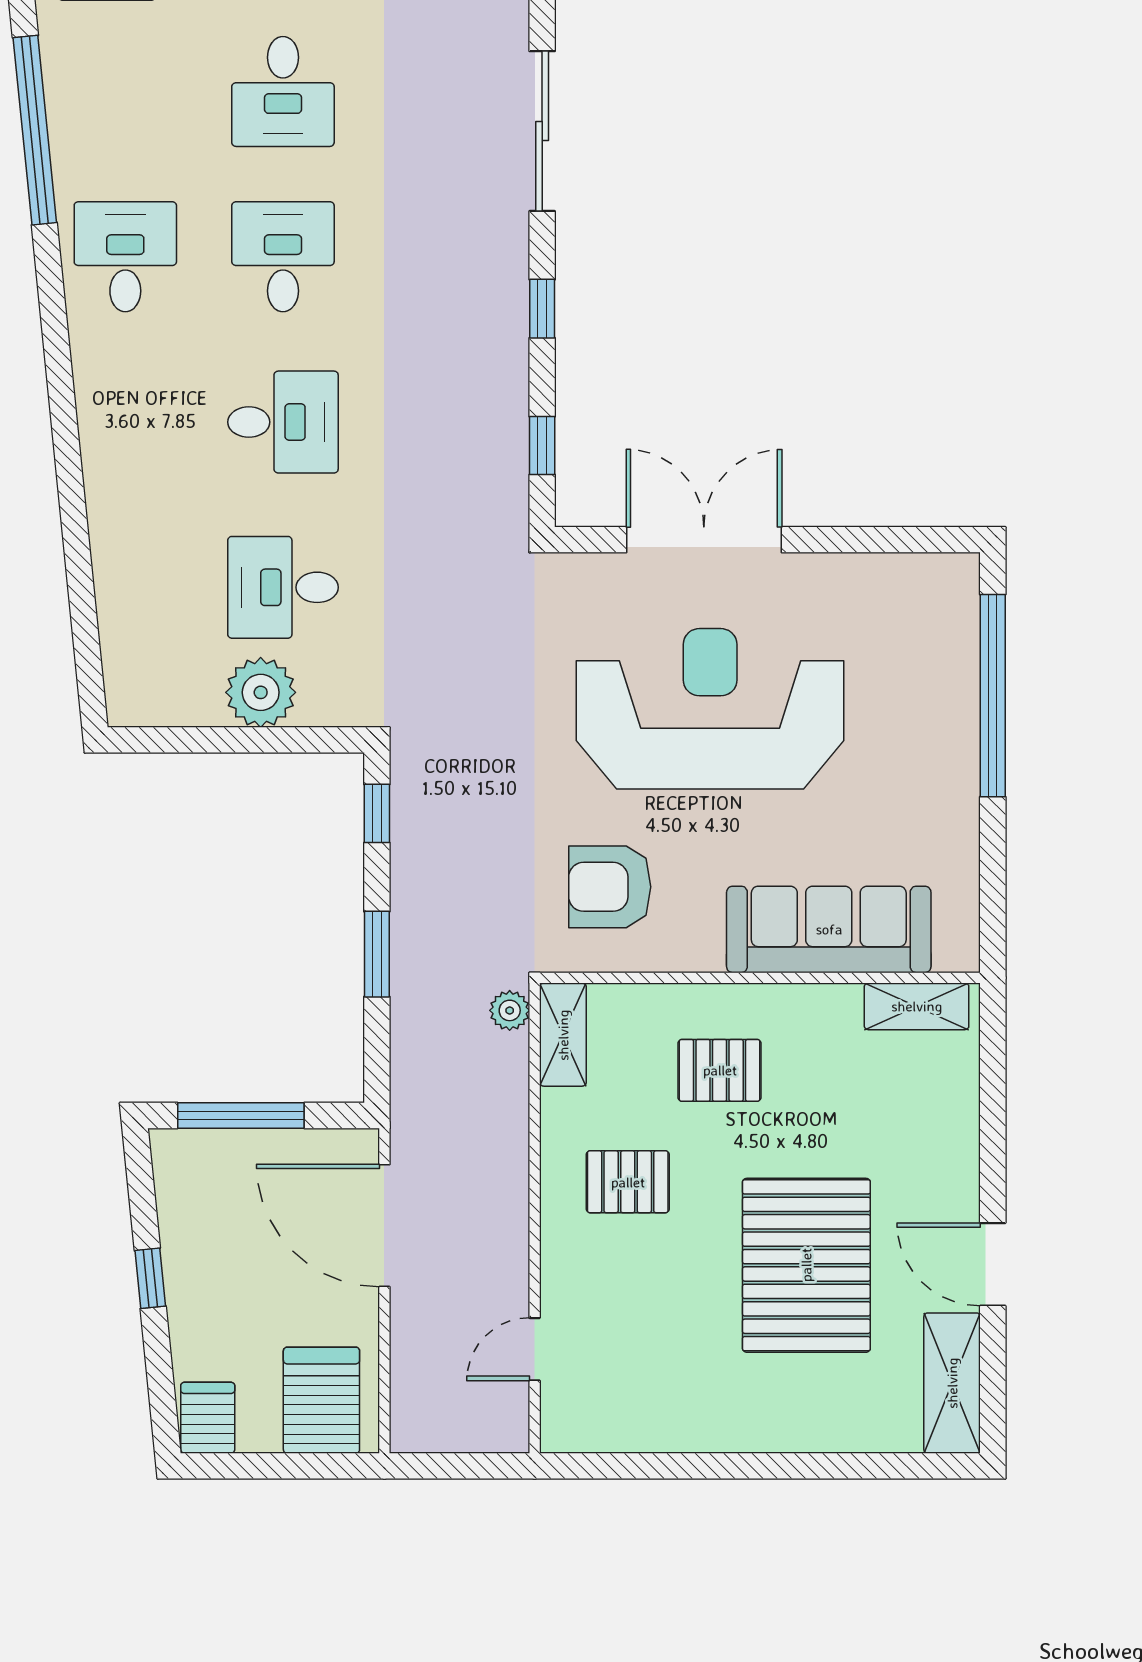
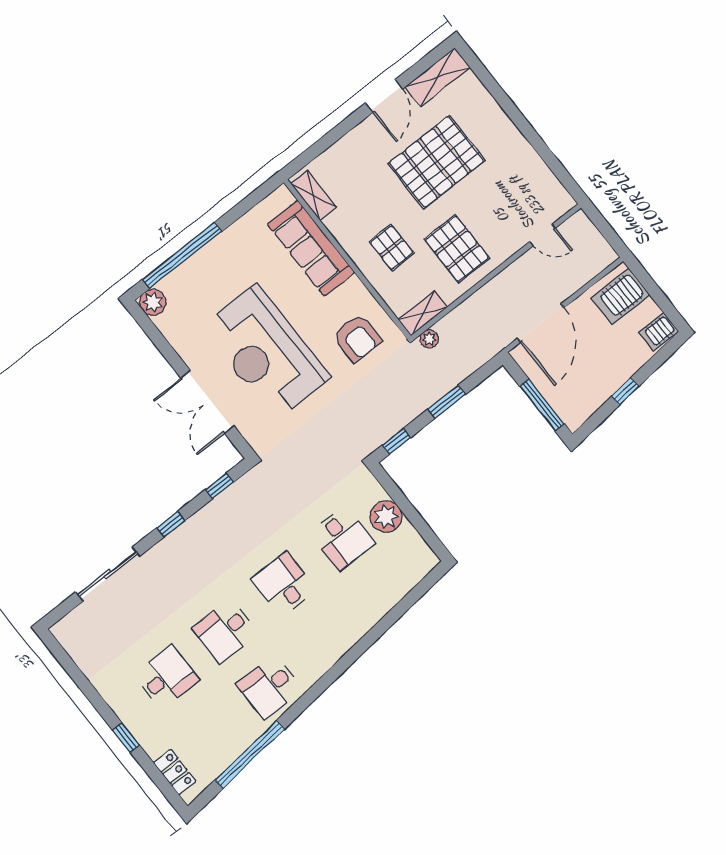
plant: (951, 581) -> (153, 302), added
pallet: (628, 1182) -> (457, 249), width x1.50, depth x1.42

